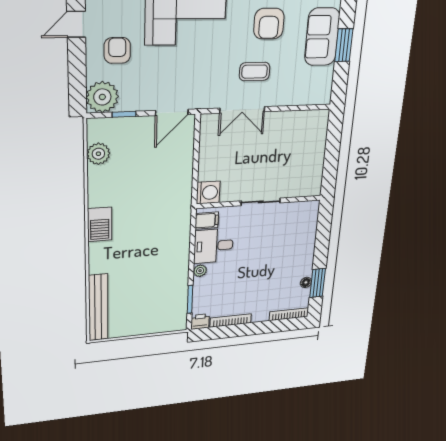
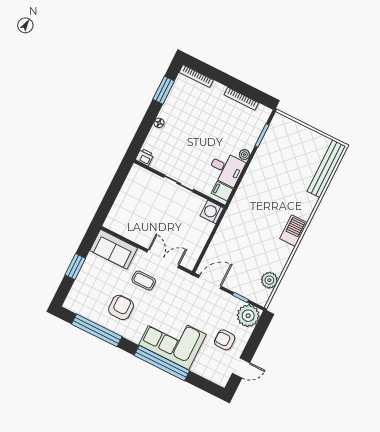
sofa: (322, 37) -> (114, 249), moved, turned 90
armchair: (117, 50) -> (225, 340), turned 90
floor lamp: (306, 282) -> (159, 123), moved
printer: (200, 321) -> (145, 157), moved, turned 180

